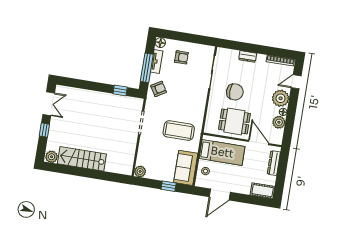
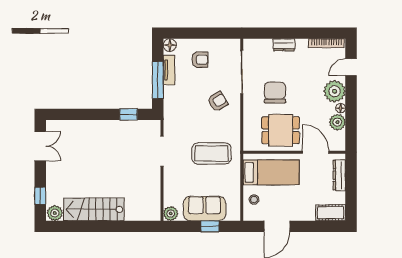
armchair: (159, 89) -> (218, 102), moved
chair: (235, 92) -> (275, 93), turned -90
window: (44, 130) -> (40, 196), moved
sofa: (186, 168) -> (205, 208), moved, turned 90

